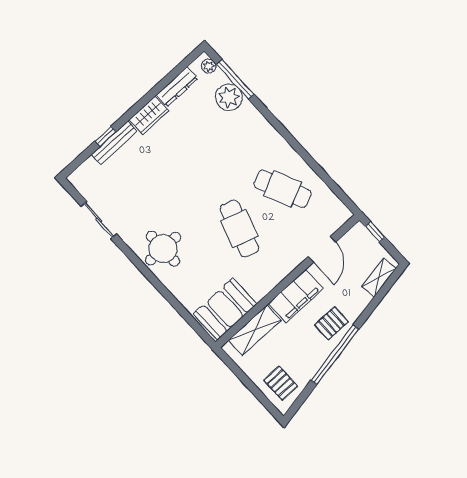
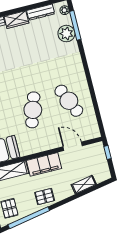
door: (322, 249) -> (73, 146), swing flipped
shelving: (379, 277) -> (84, 184), moved
pallet: (332, 323) -> (45, 197), moved
window: (335, 355) -> (29, 218), moved

